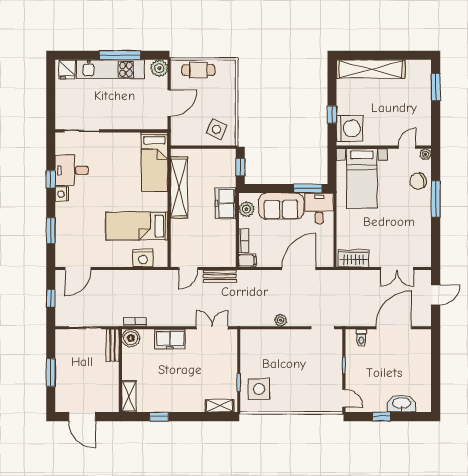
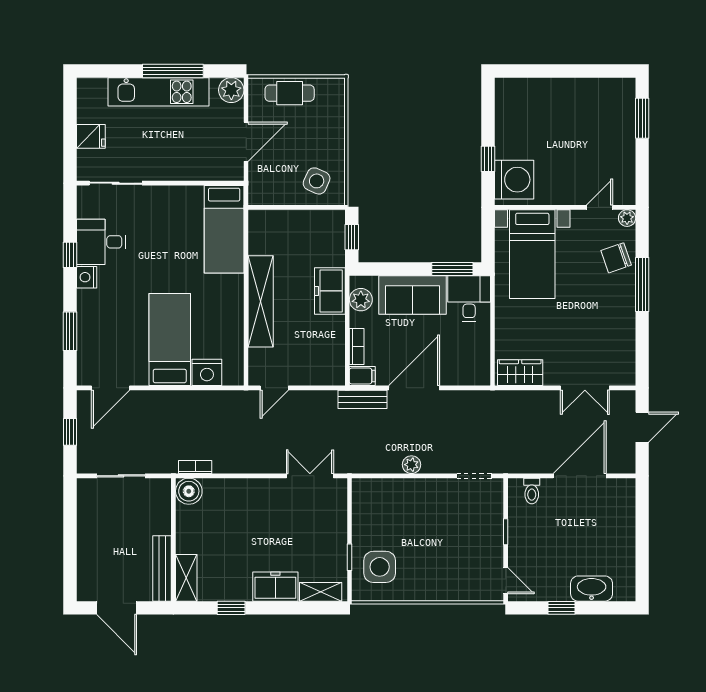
fridge: (67, 69) -> (91, 136), moved, turned -90
shelving: (371, 69) -> (546, 91), removed
shelving: (179, 187) -> (261, 301), moved
bed: (137, 226) -> (170, 340), moved, turned 90
door: (299, 269) -> (414, 388), moved
bench: (220, 276) -> (363, 399), moved
freezer: (170, 339) -> (275, 587), moved, turned 180
bench: (113, 345) -> (162, 568), moved, width x1.36
window: (51, 372) -> (70, 542), removed

